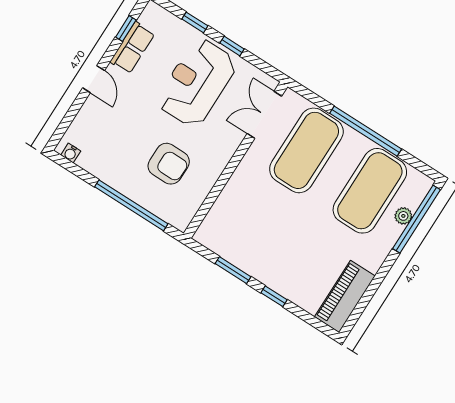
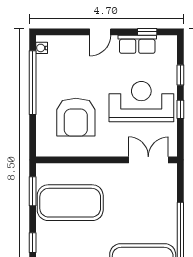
exercise mat: (306, 150) -> (70, 203), moved
armchair: (169, 164) -> (76, 117), width x1.36, depth x1.36
window: (131, 205) -> (33, 83), moved
window: (233, 270) -> (33, 191), moved

